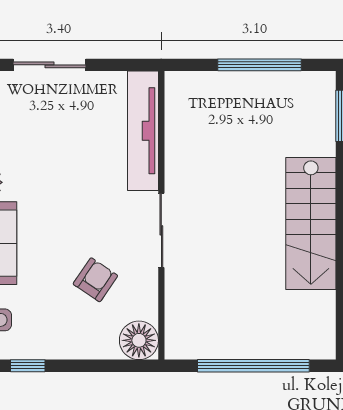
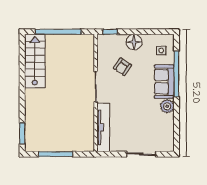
stairs: (311, 223) -> (35, 61), moved
floor lamp: (139, 340) -> (134, 42), moved
window: (28, 366) -> (110, 32), moved

